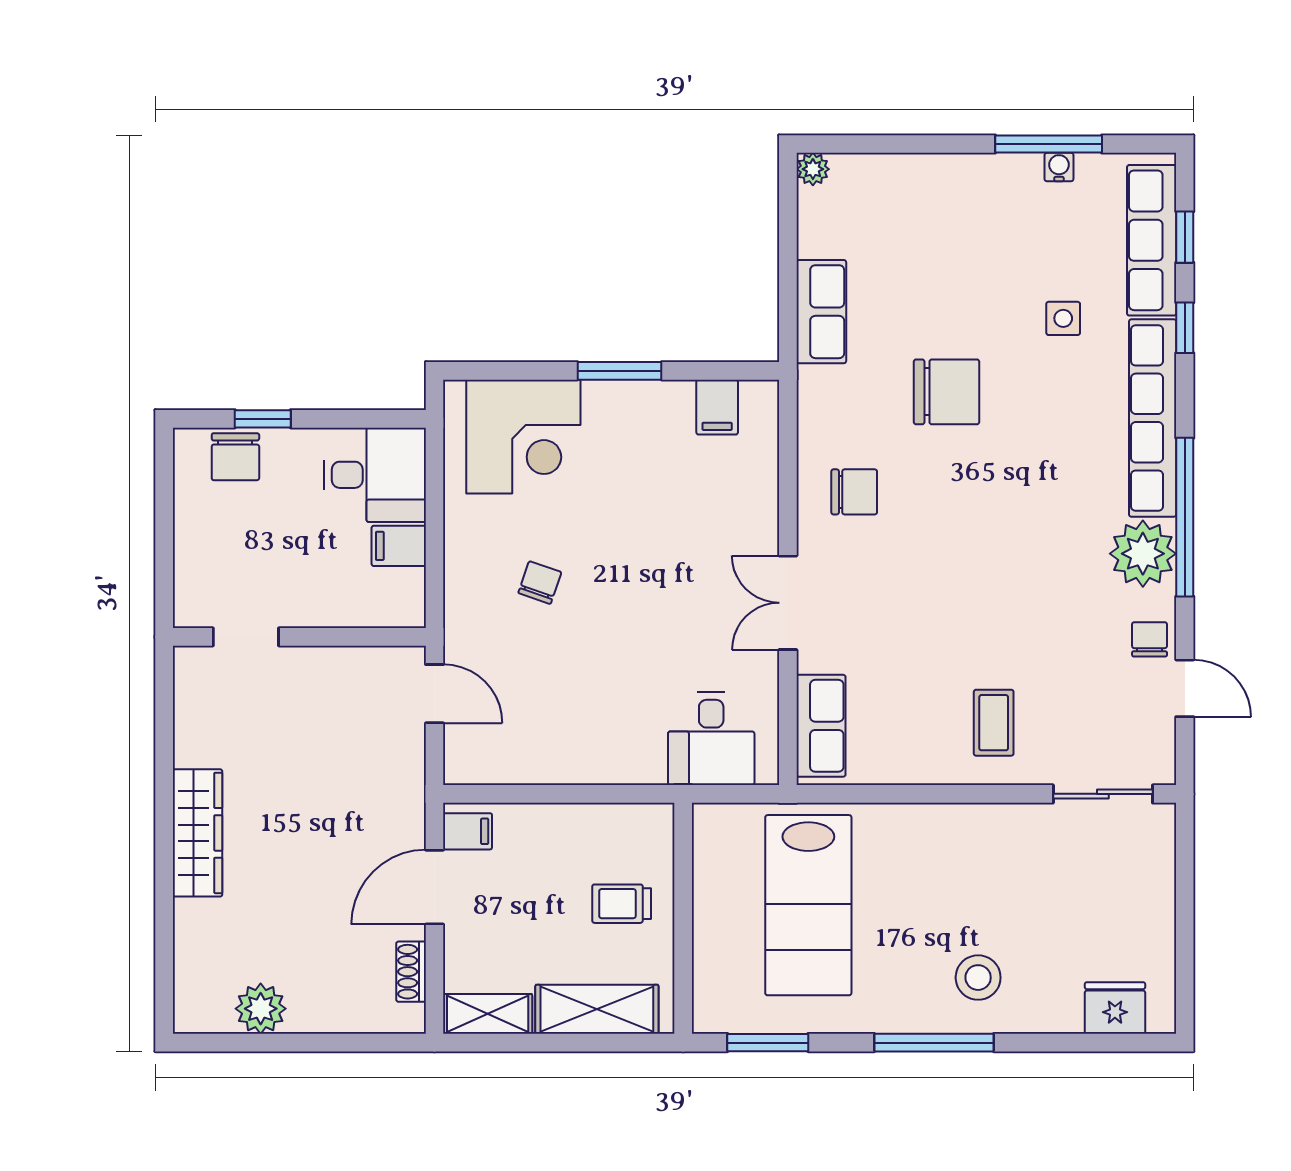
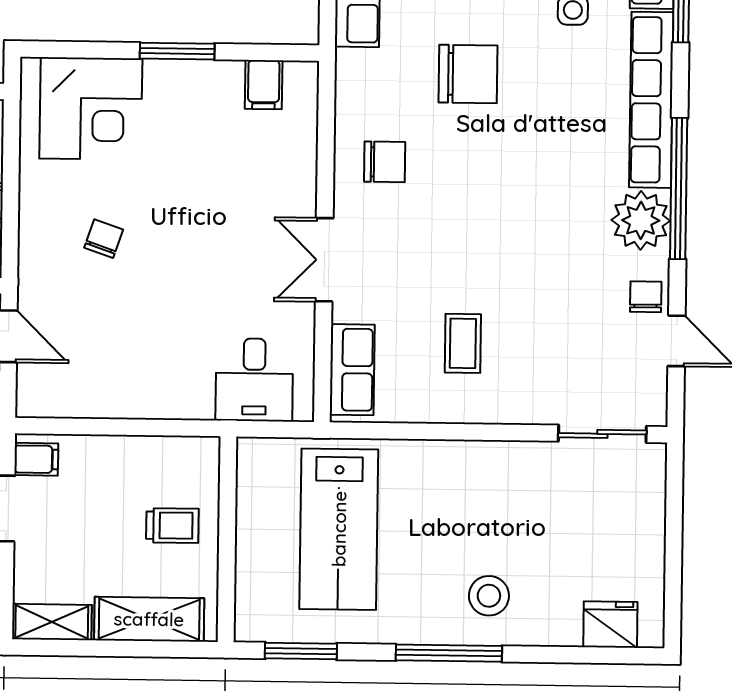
coffee table: (994, 723) -> (463, 343), moved
trolley: (622, 904) -> (172, 526), turned 180

